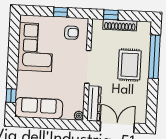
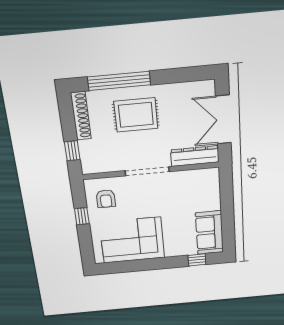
shoe rack: (120, 25) -> (81, 116), moved
armchair: (71, 33) -> (106, 199), turned 180
sofa: (39, 108) -> (209, 233), width x0.73
plant: (79, 116) -> (213, 174), removed

